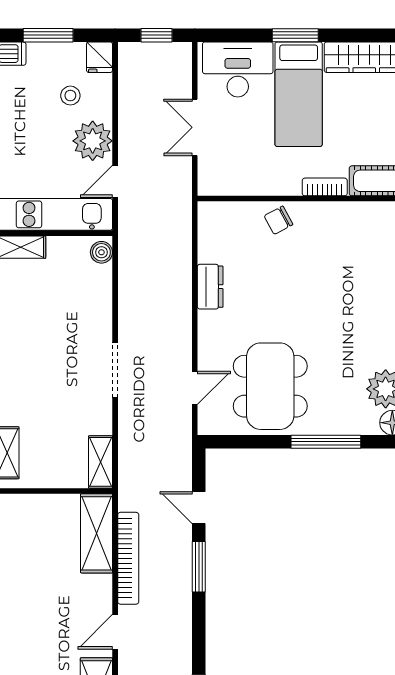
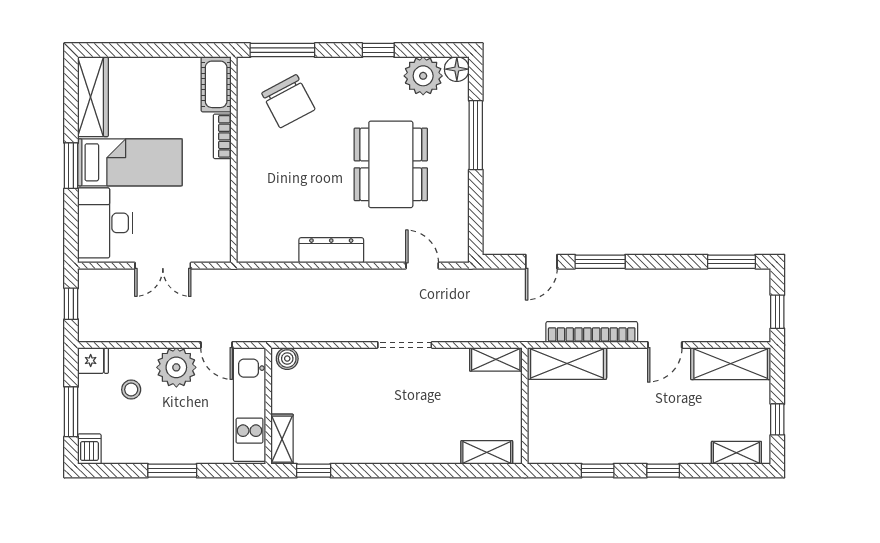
chair: (278, 220) -> (288, 101), moved, width x1.87, depth x1.87
dresser: (210, 287) -> (331, 250), width x1.44
dining table: (270, 386) -> (391, 164), moved, turned 90
door: (115, 632) -> (665, 345), hinge flipped

